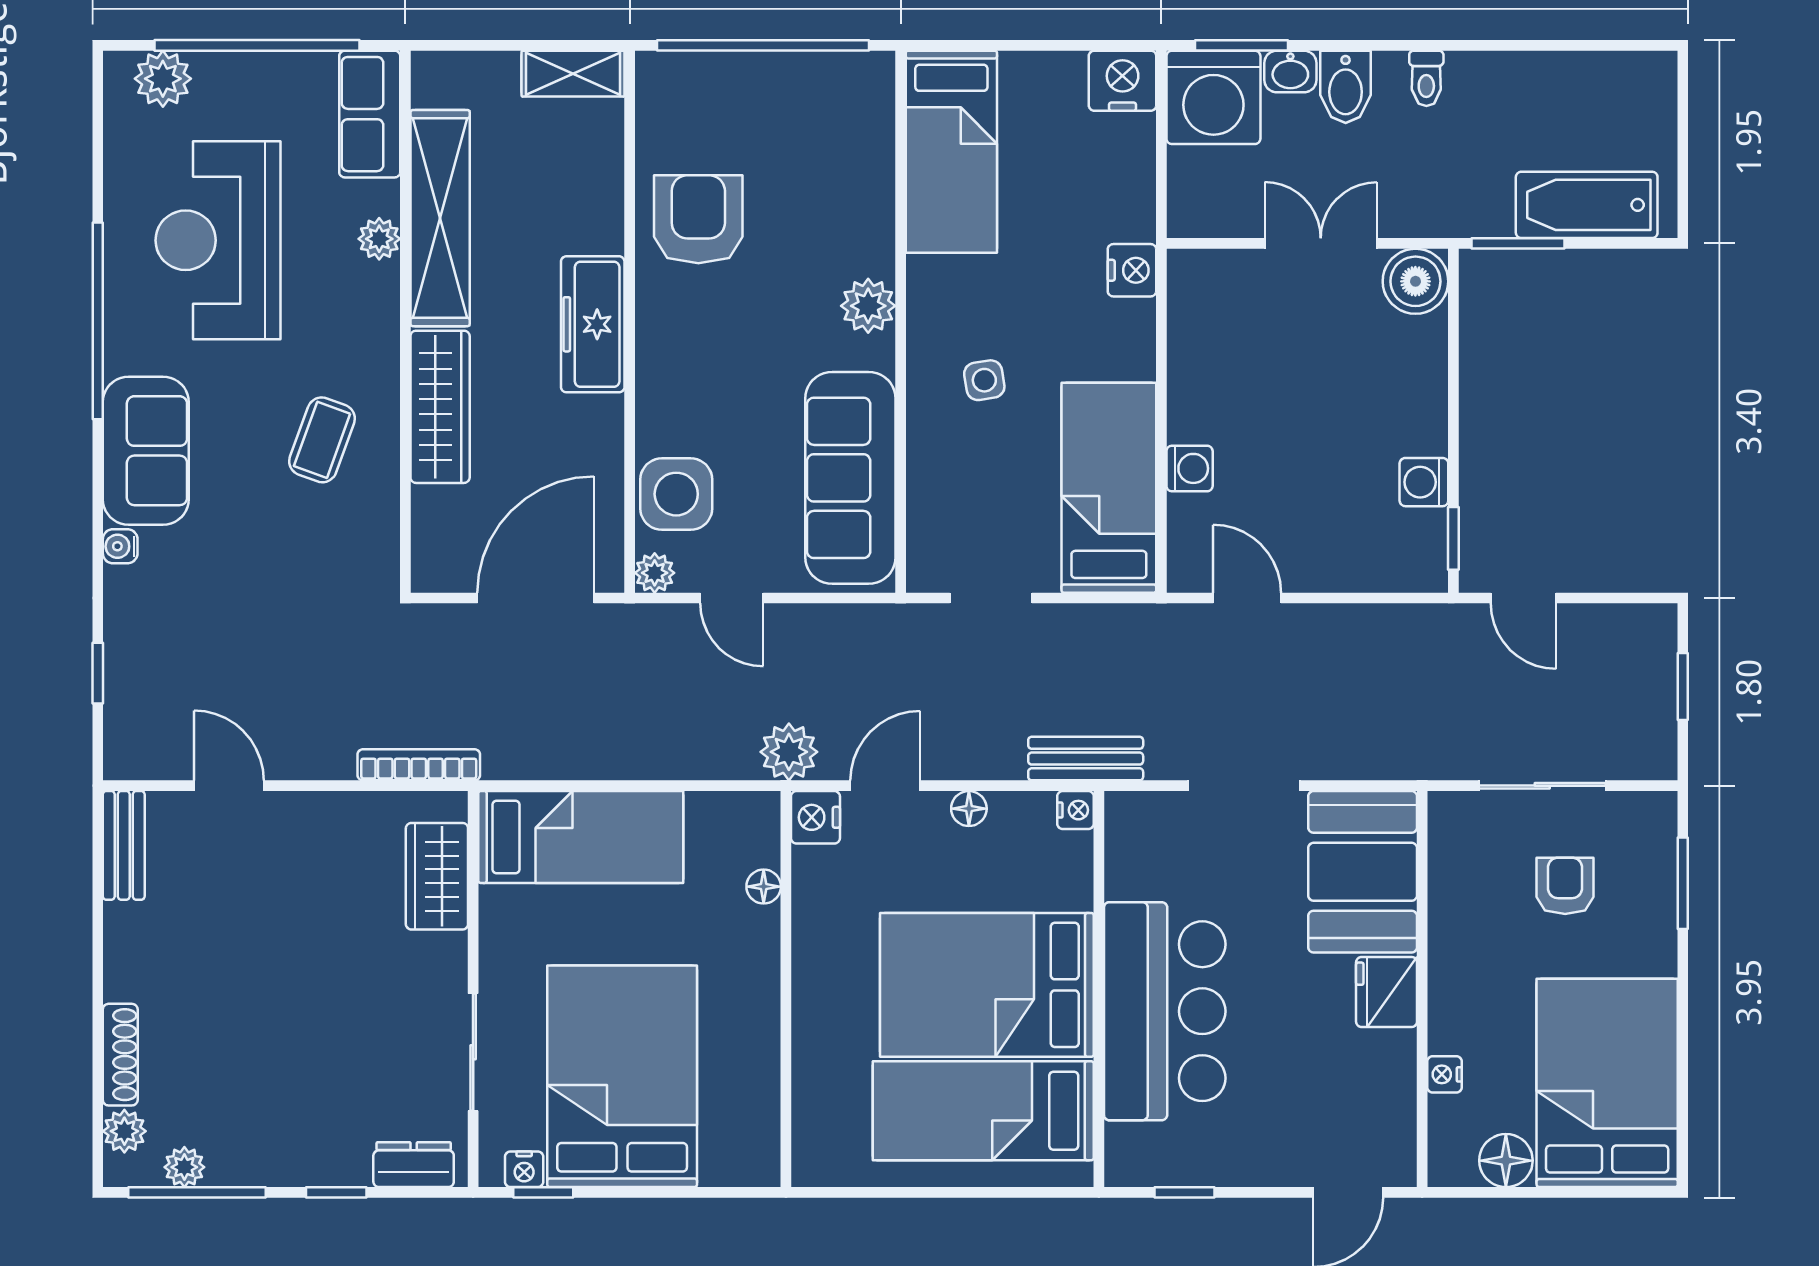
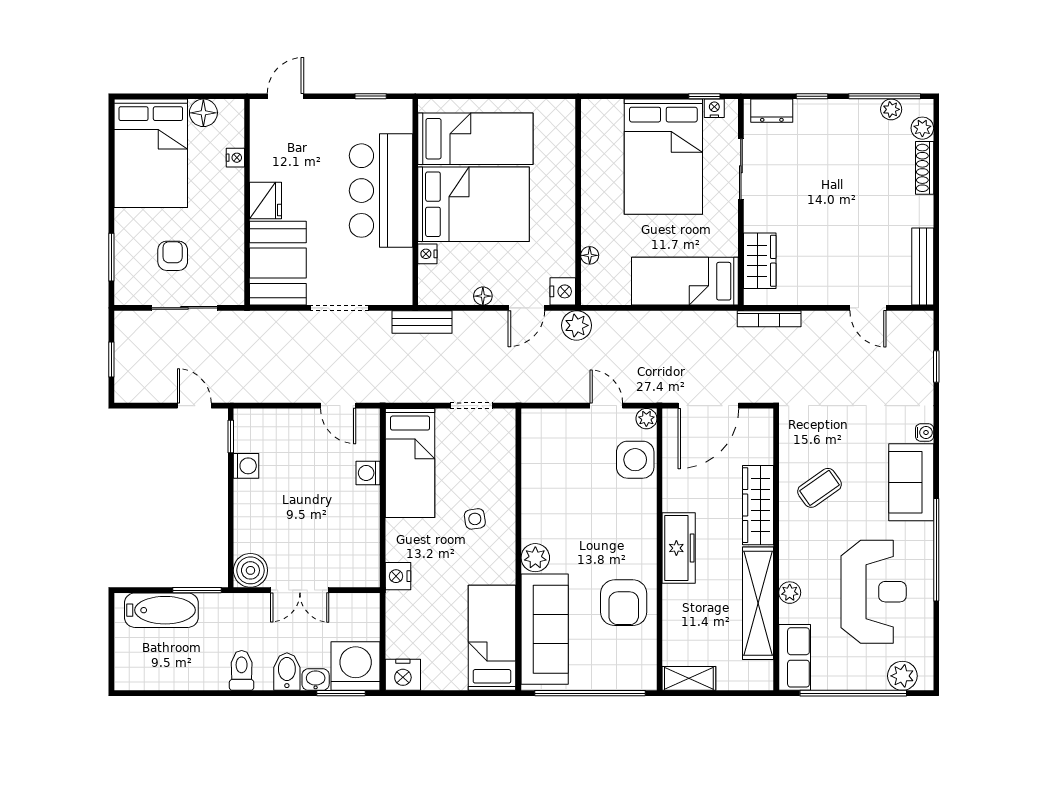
toilet: (1426, 78) -> (242, 670), width x1.37, depth x1.39
coffee table: (322, 440) -> (819, 488), turned 35
sofa: (850, 478) -> (545, 629), moved
nightstand: (1075, 810) -> (427, 254), moved
bench: (124, 845) -> (923, 267), width x1.36
armchair: (1565, 886) -> (173, 256), turned 180

